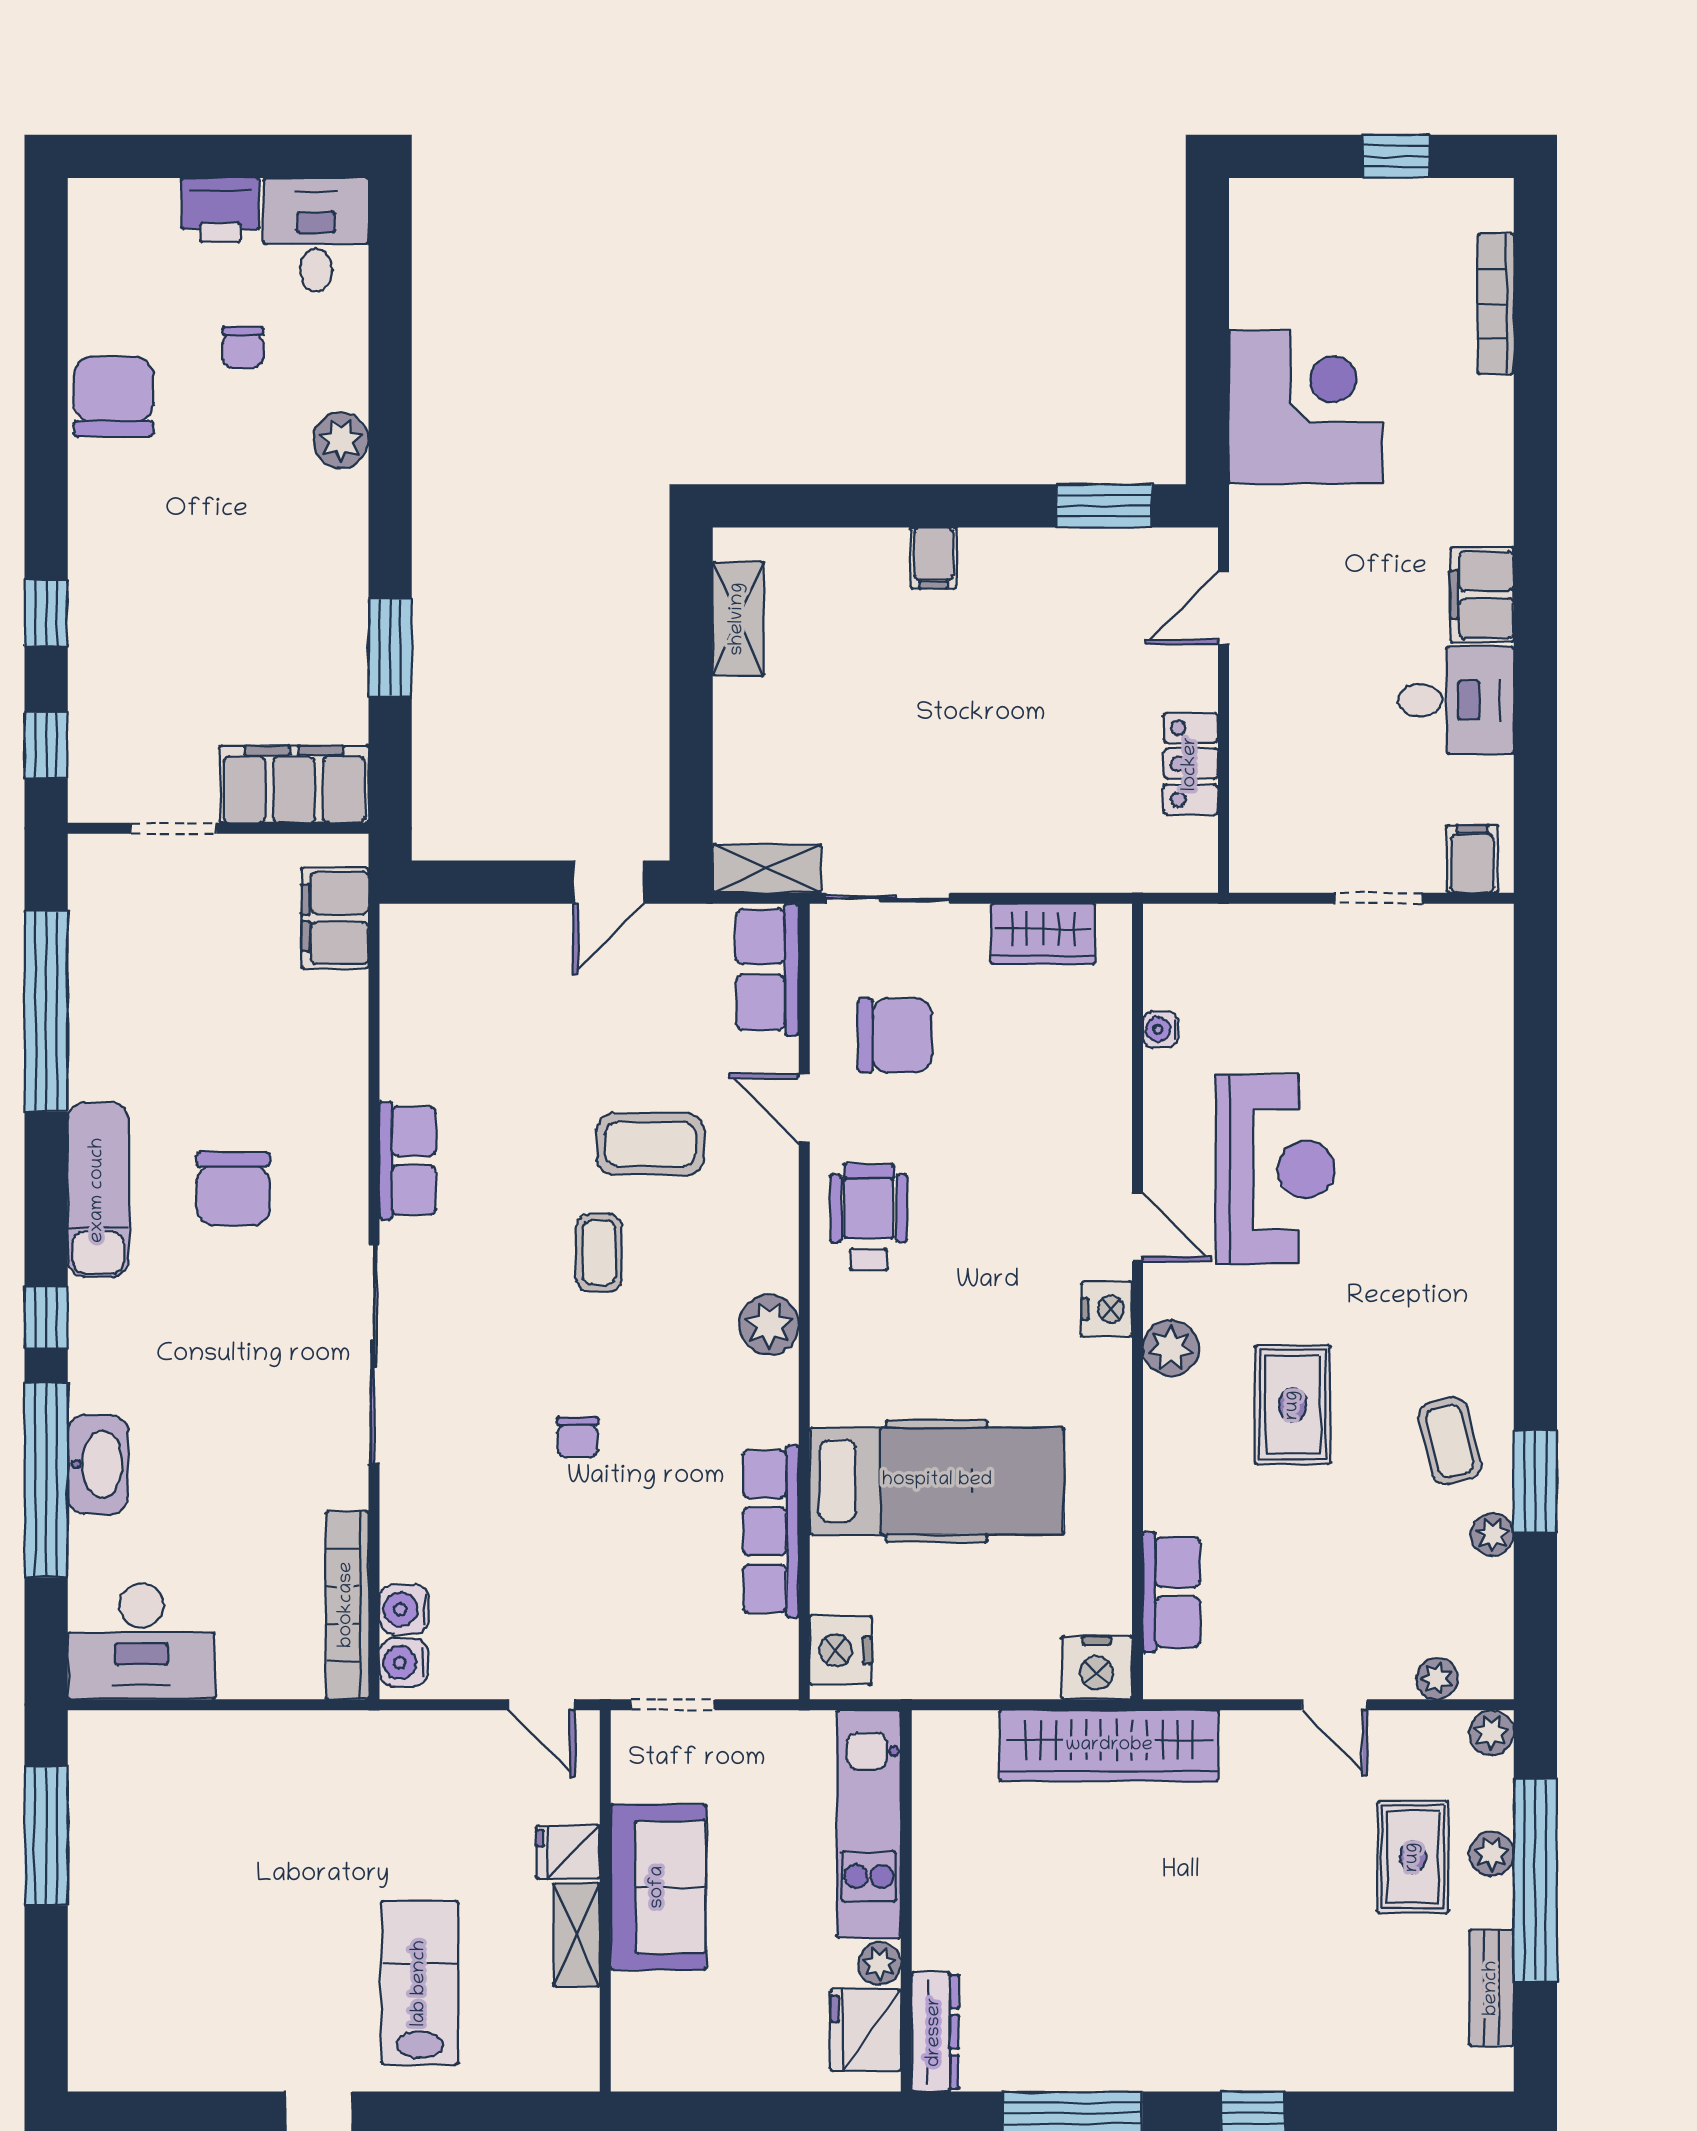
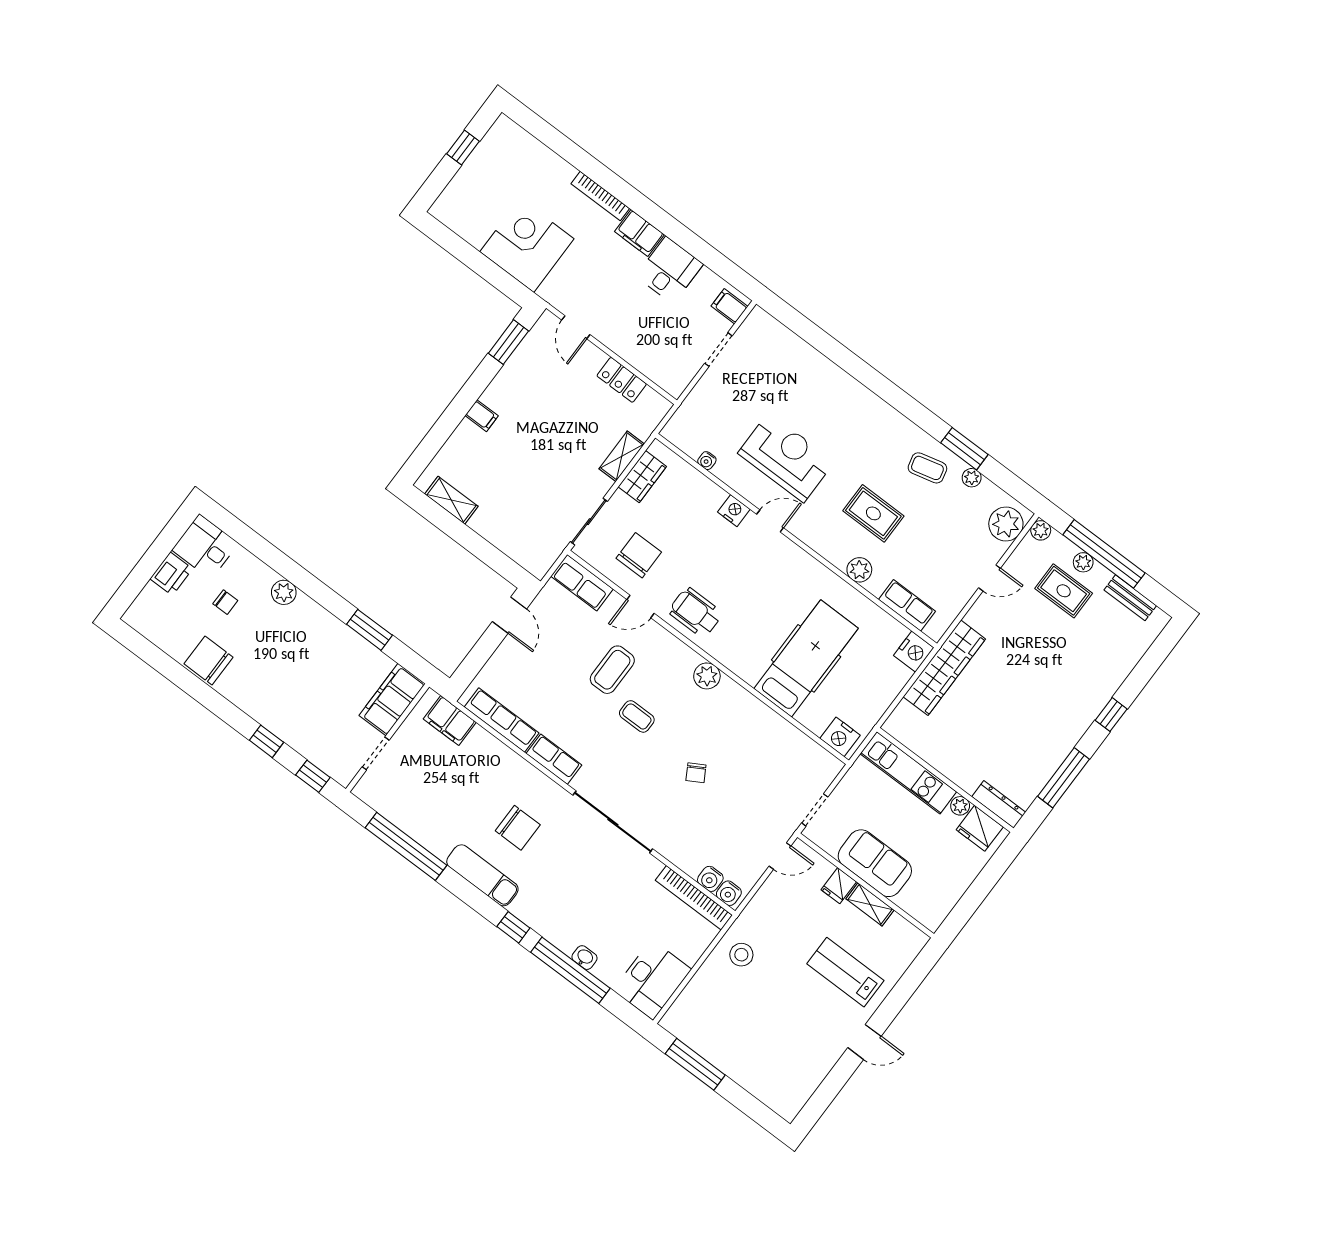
bookcase: (1496, 304) -> (600, 196), moved
shelving: (767, 869) -> (622, 456), moved
nightstand: (1107, 1309) -> (734, 511), moved
plant: (1171, 1348) -> (859, 570), moved
chair: (578, 1437) -> (696, 773), turned 60
washbasin: (98, 1464) -> (584, 958), width x0.52, depth x0.69
row of seats: (771, 1531) -> (502, 720), moved, turned 180
plant: (1437, 1679) -> (1006, 524), width x1.88, depth x1.88
stool: (309, 1770) -> (741, 955), added

